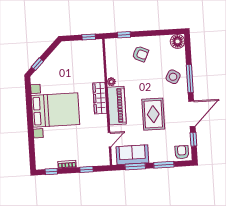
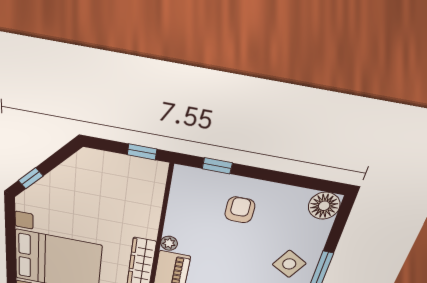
armchair: (140, 54) -> (240, 210), turned -114

